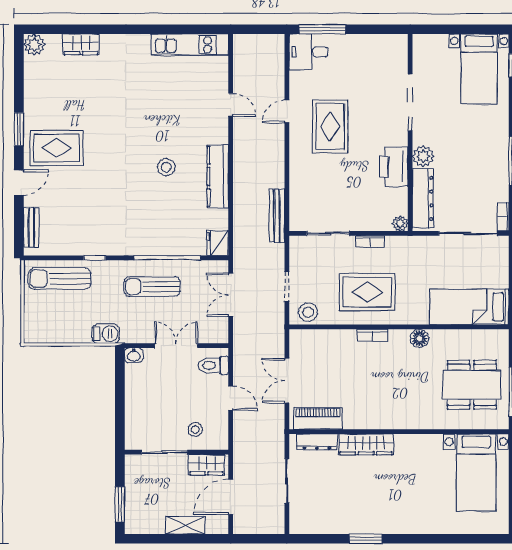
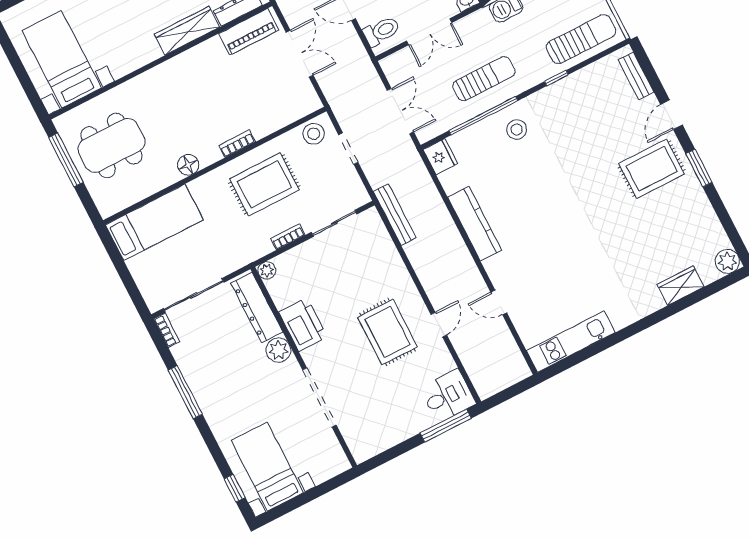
stool: (166, 167) -> (517, 130), moved

